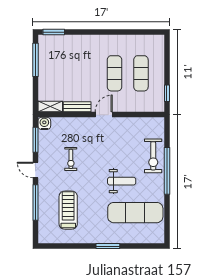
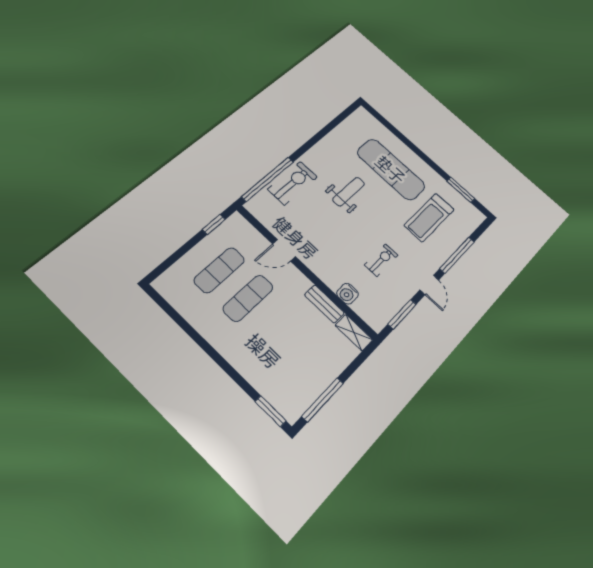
door: (104, 115) -> (284, 250), moved
water cooler: (44, 123) -> (348, 294), moved
window: (167, 171) -> (268, 179), moved
weight bench: (122, 181) -> (349, 192), turned 90
exercise mat: (135, 213) -> (391, 169), moved
window: (108, 246) -> (461, 190), moved

